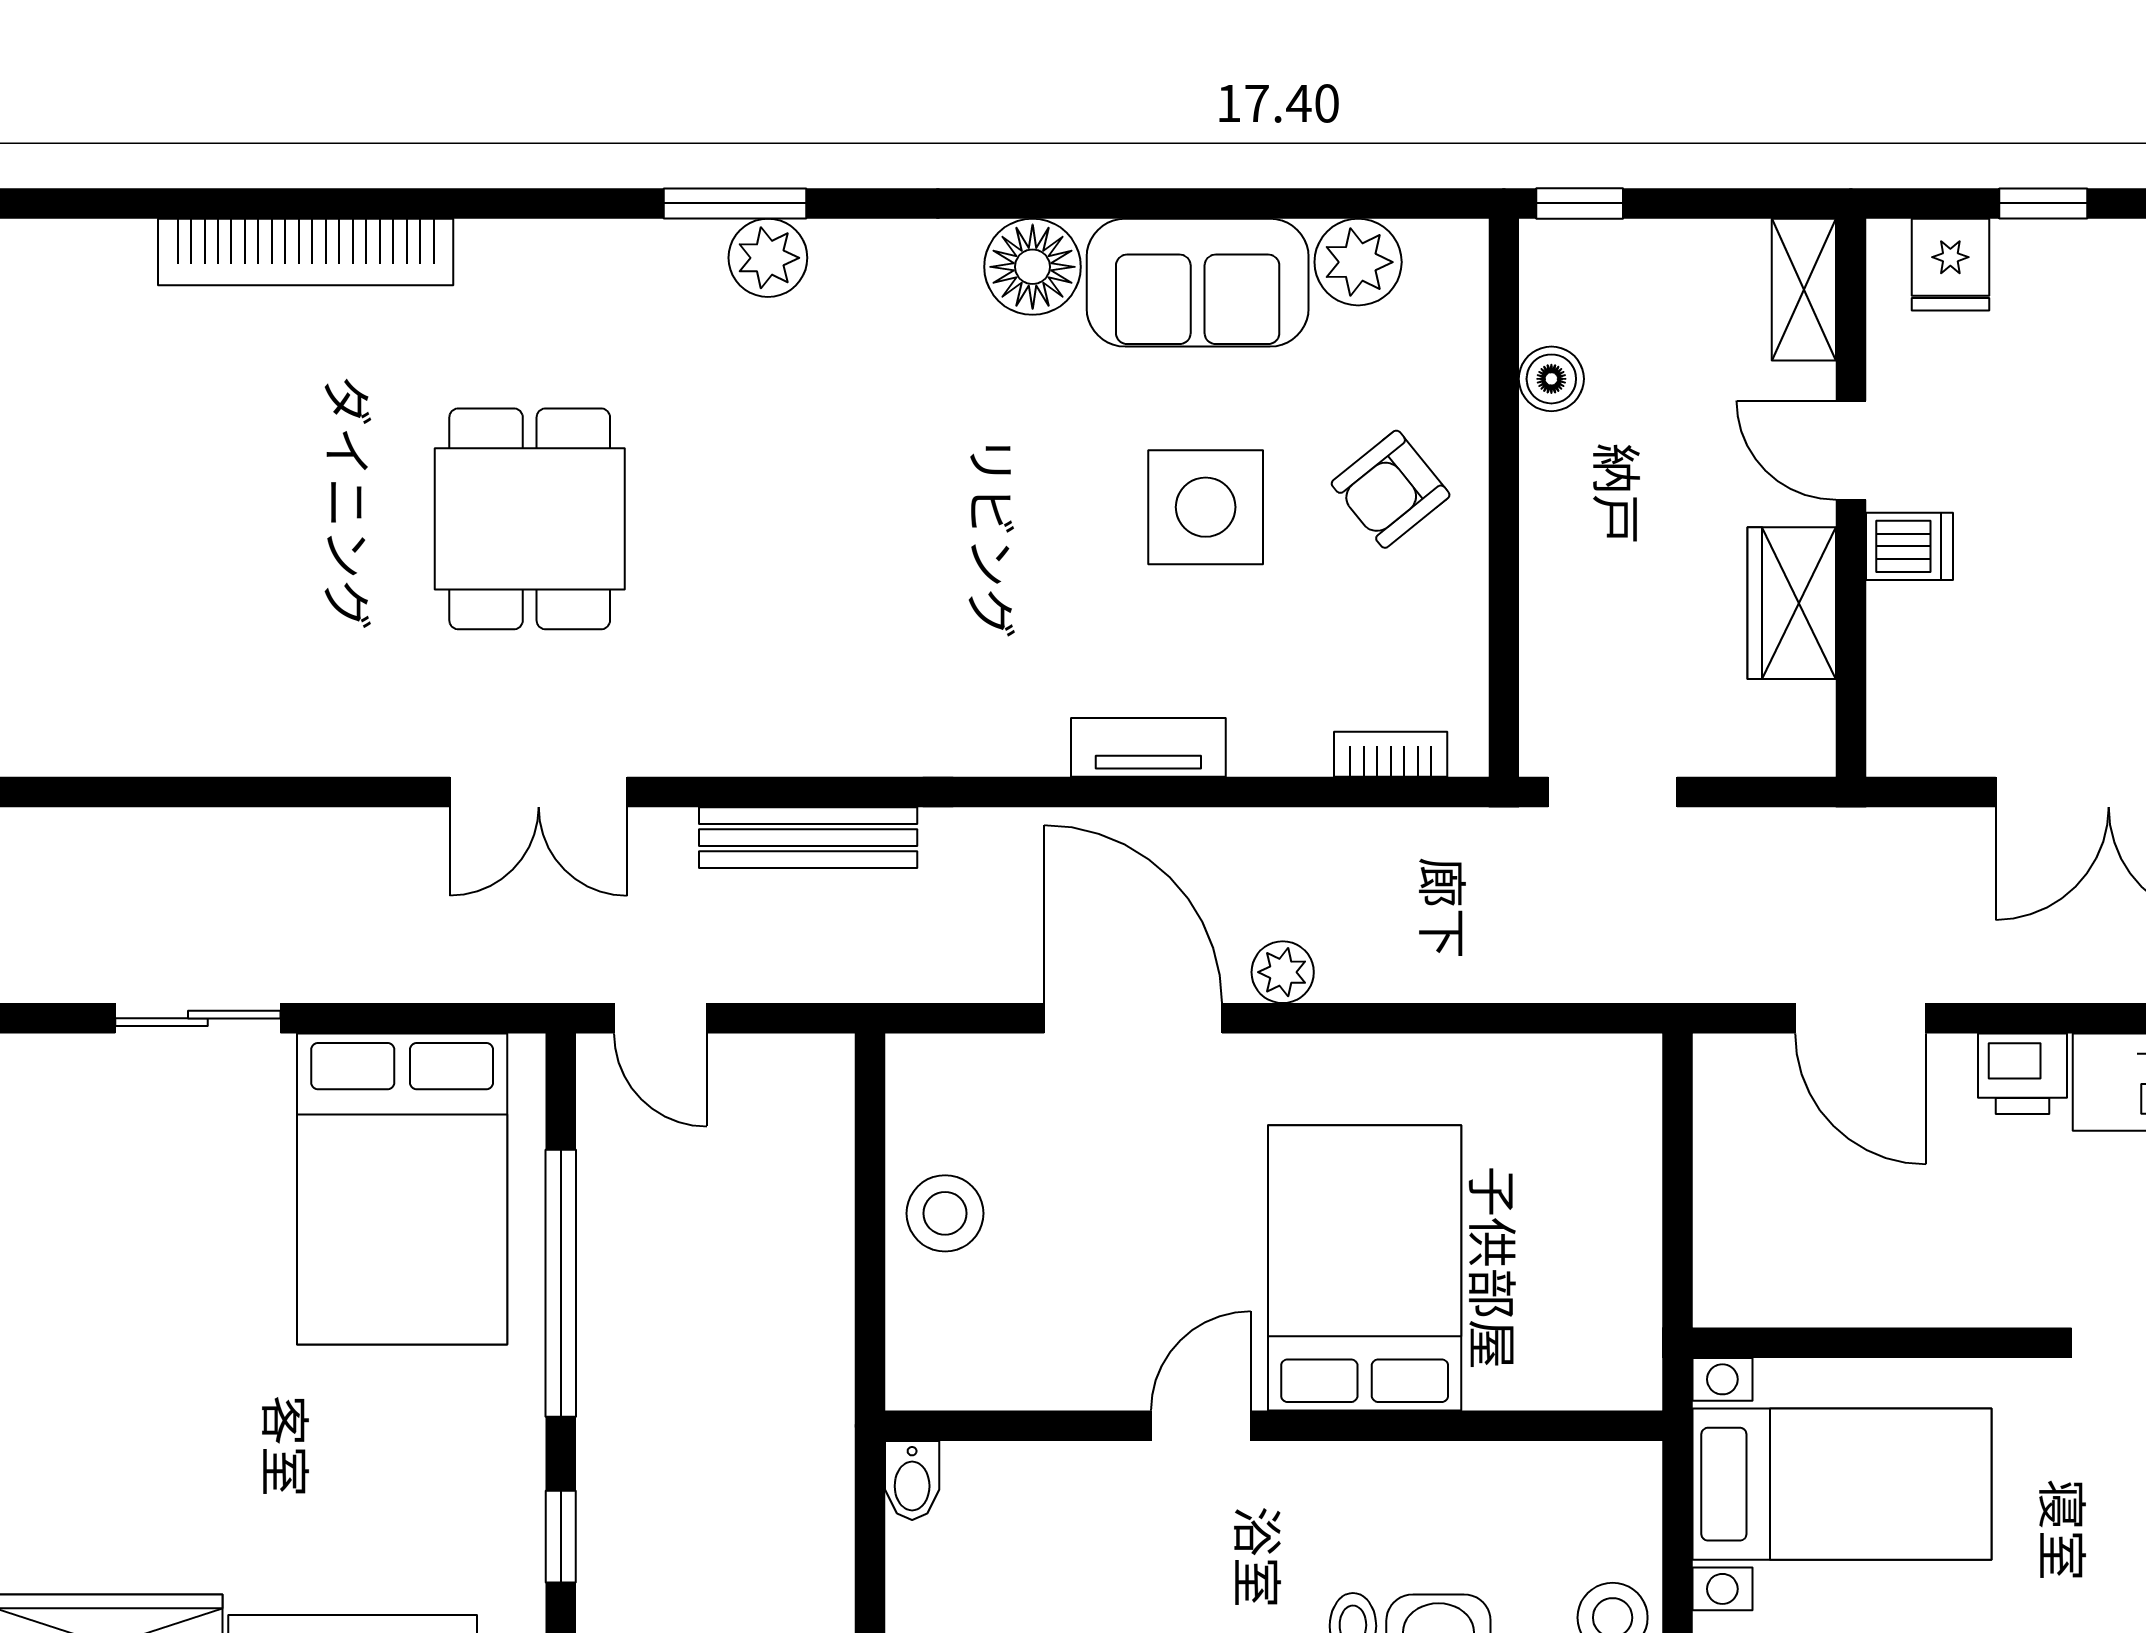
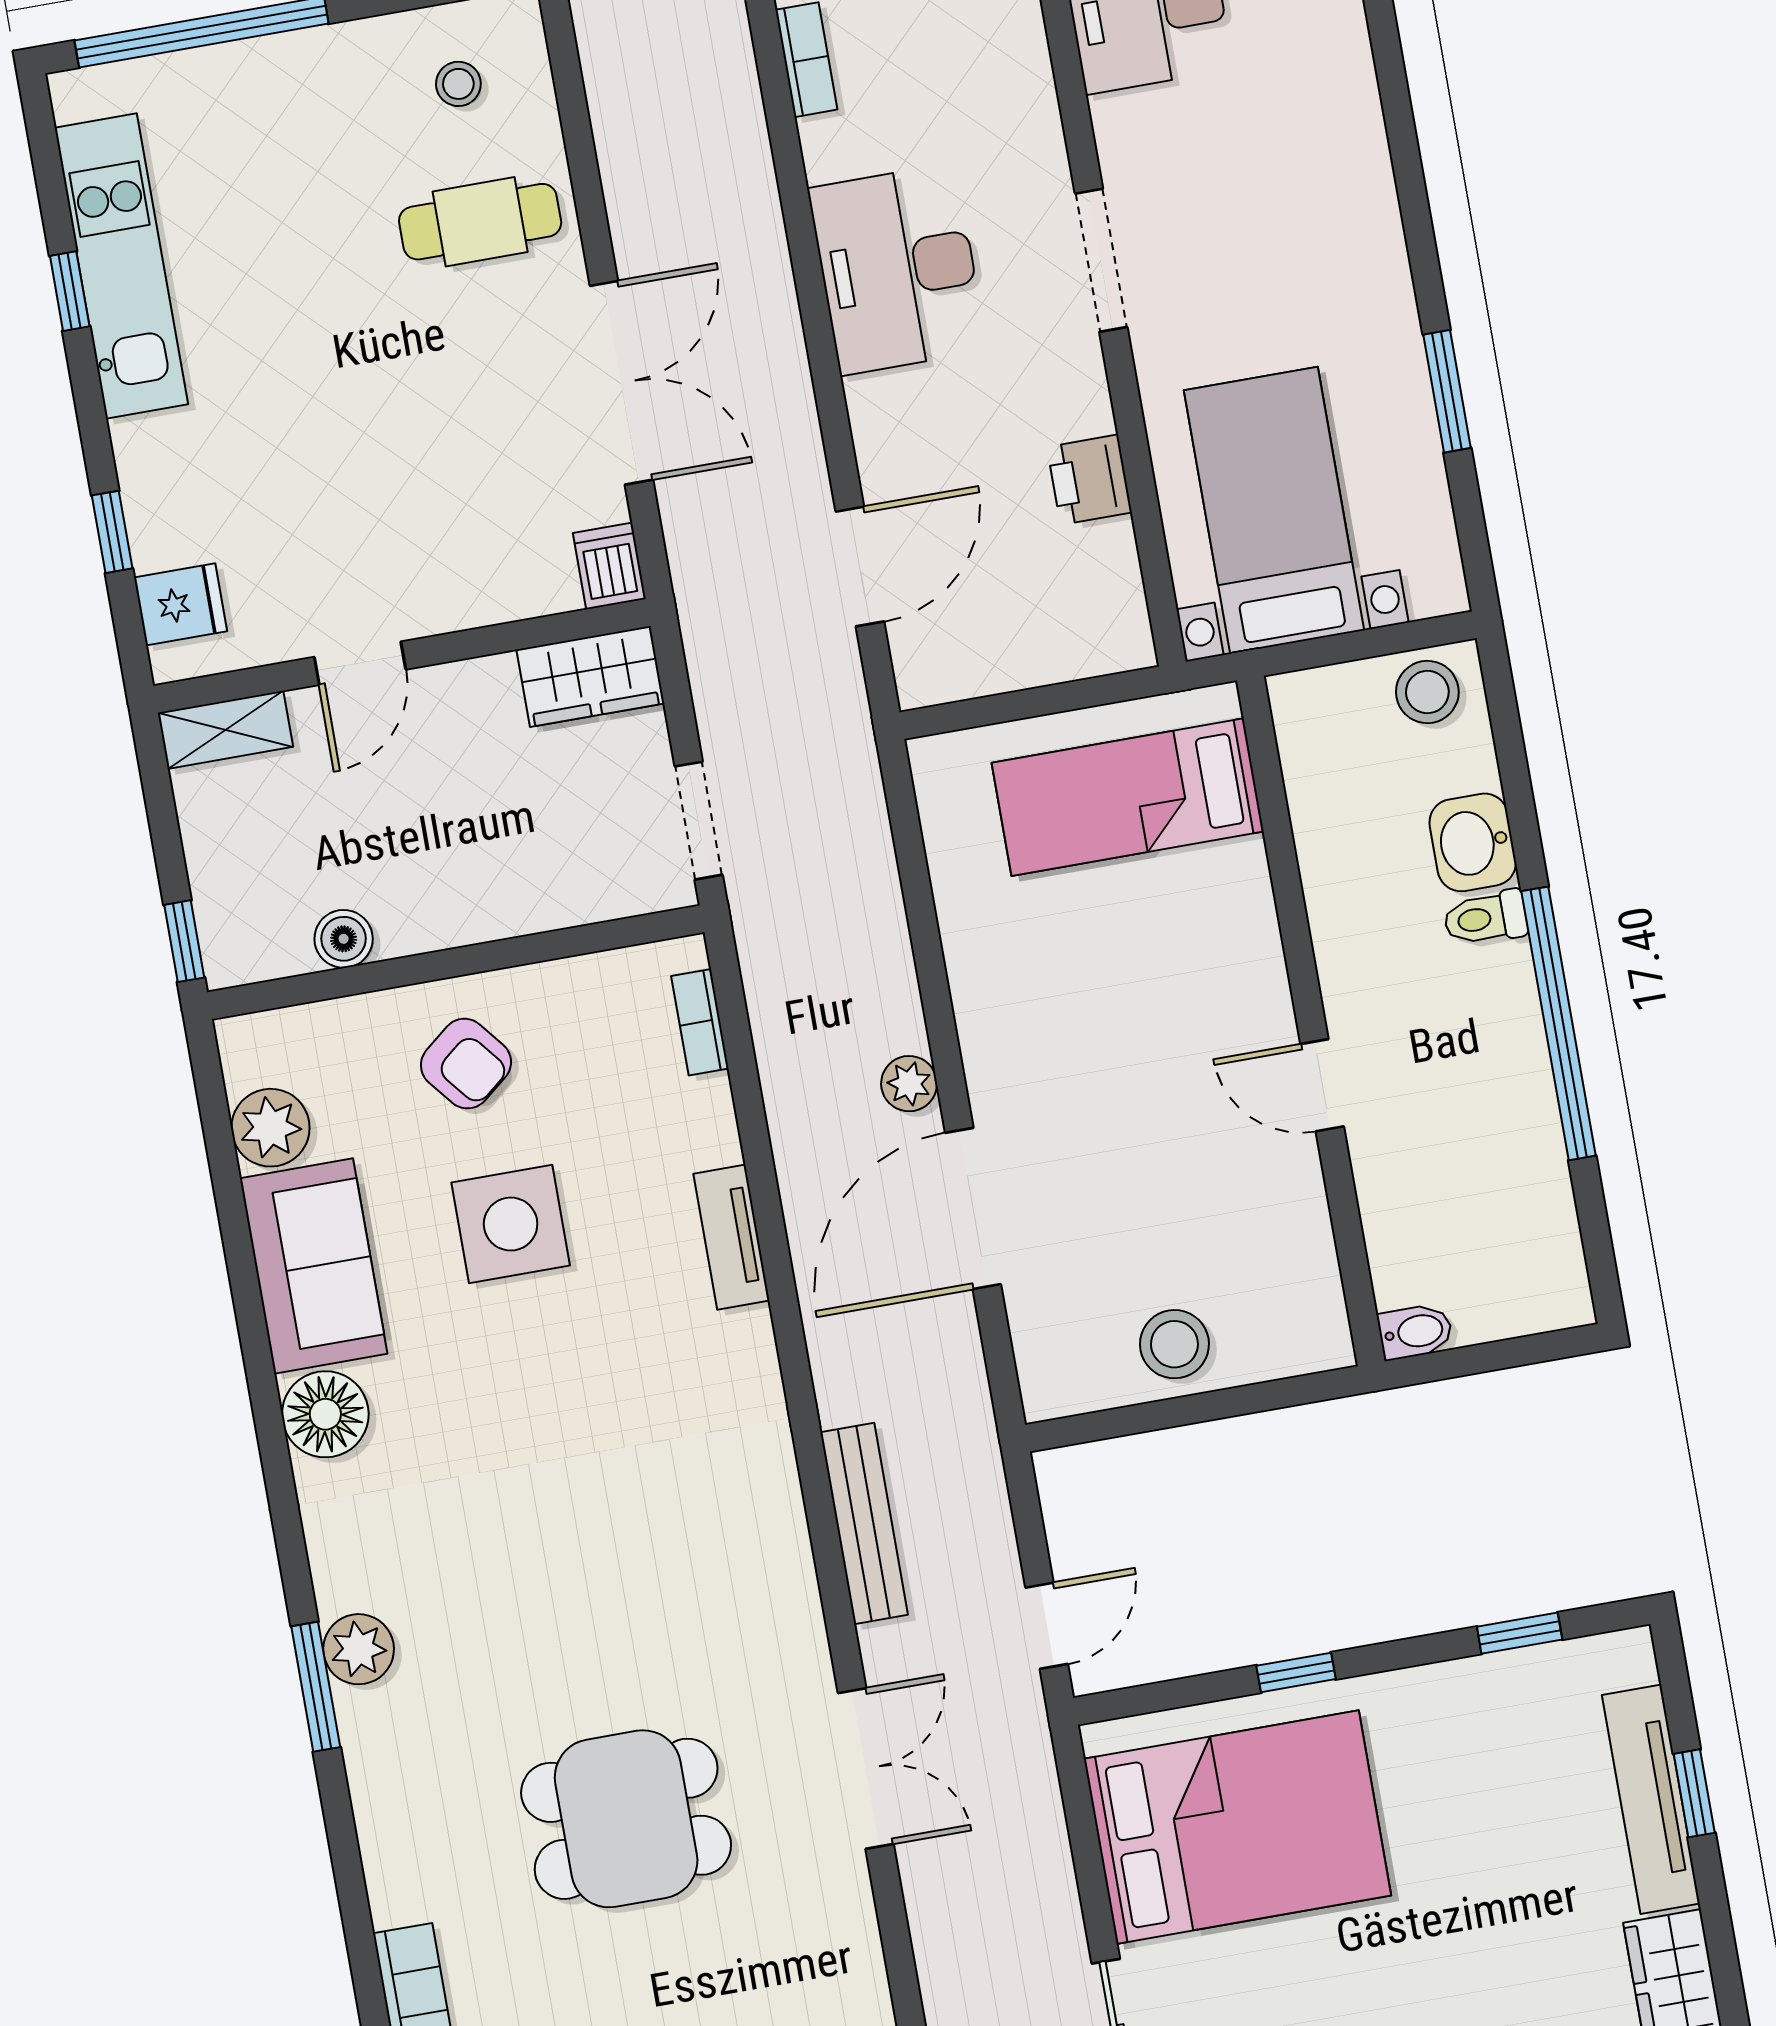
dishwasher: (1910, 546) -> (609, 566), moved
wardrobe: (1792, 603) -> (590, 677), moved
printer: (2023, 1074) -> (1089, 480), moved, turned 180
bed: (1365, 1268) -> (1128, 797), moved, width x0.67
window: (561, 1283) -> (1296, 1672), width x0.32

